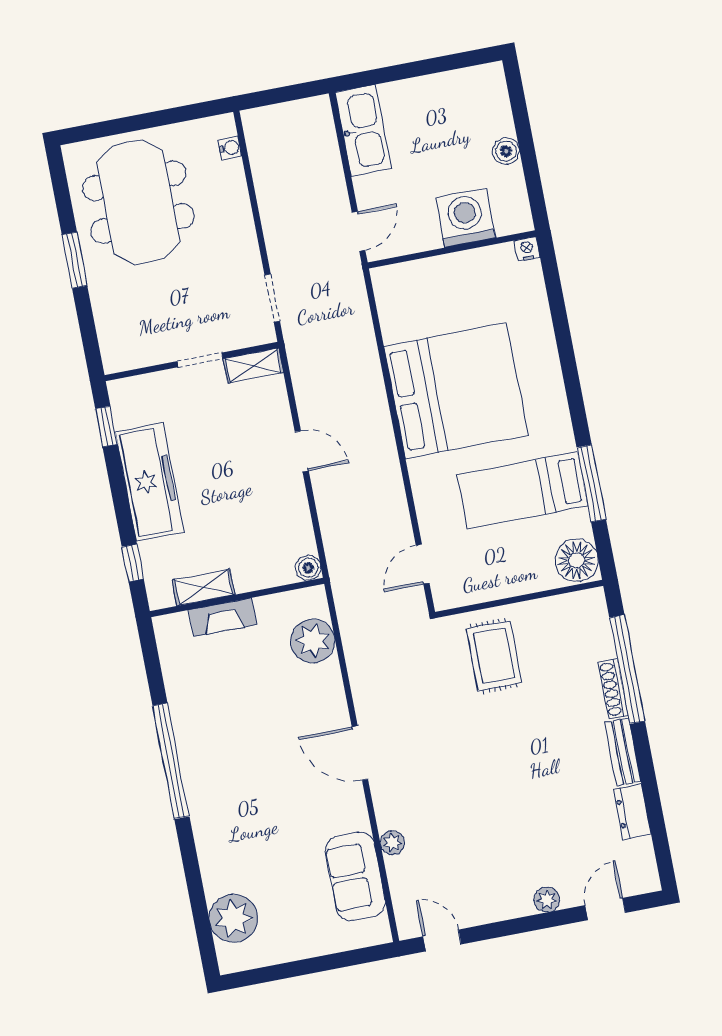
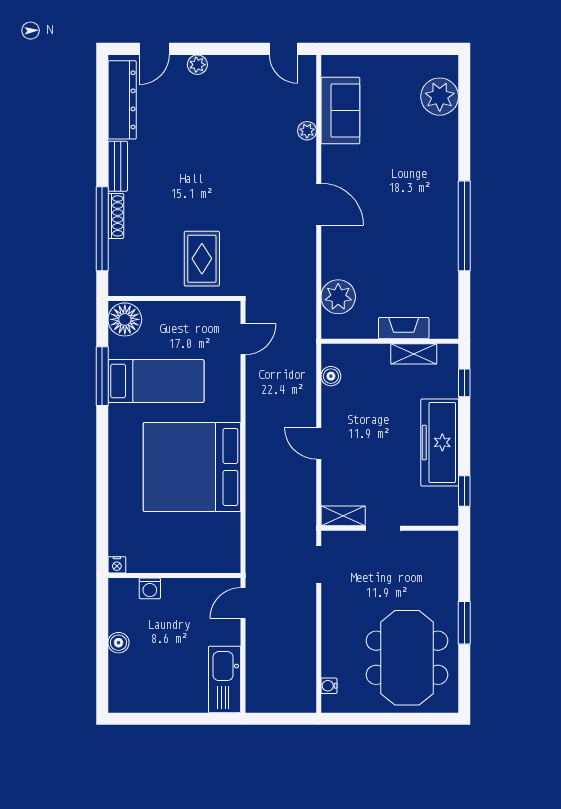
washing machine: (466, 218) -> (150, 588), width x0.53, depth x0.53
boiler: (308, 568) -> (331, 376), moved
dresser: (632, 812) -> (122, 100), width x1.96, depth x1.24

